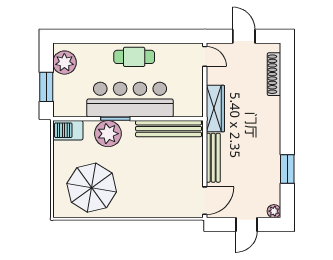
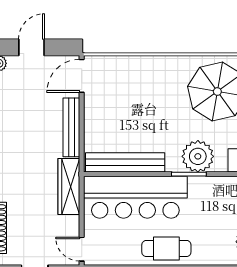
bar counter: (130, 100) -> (135, 197), moved

